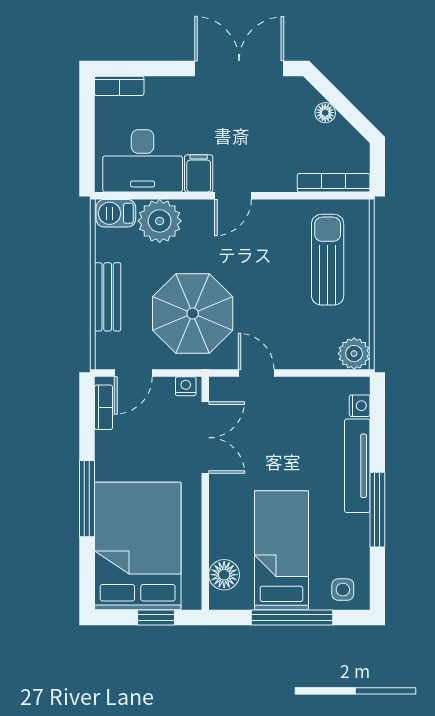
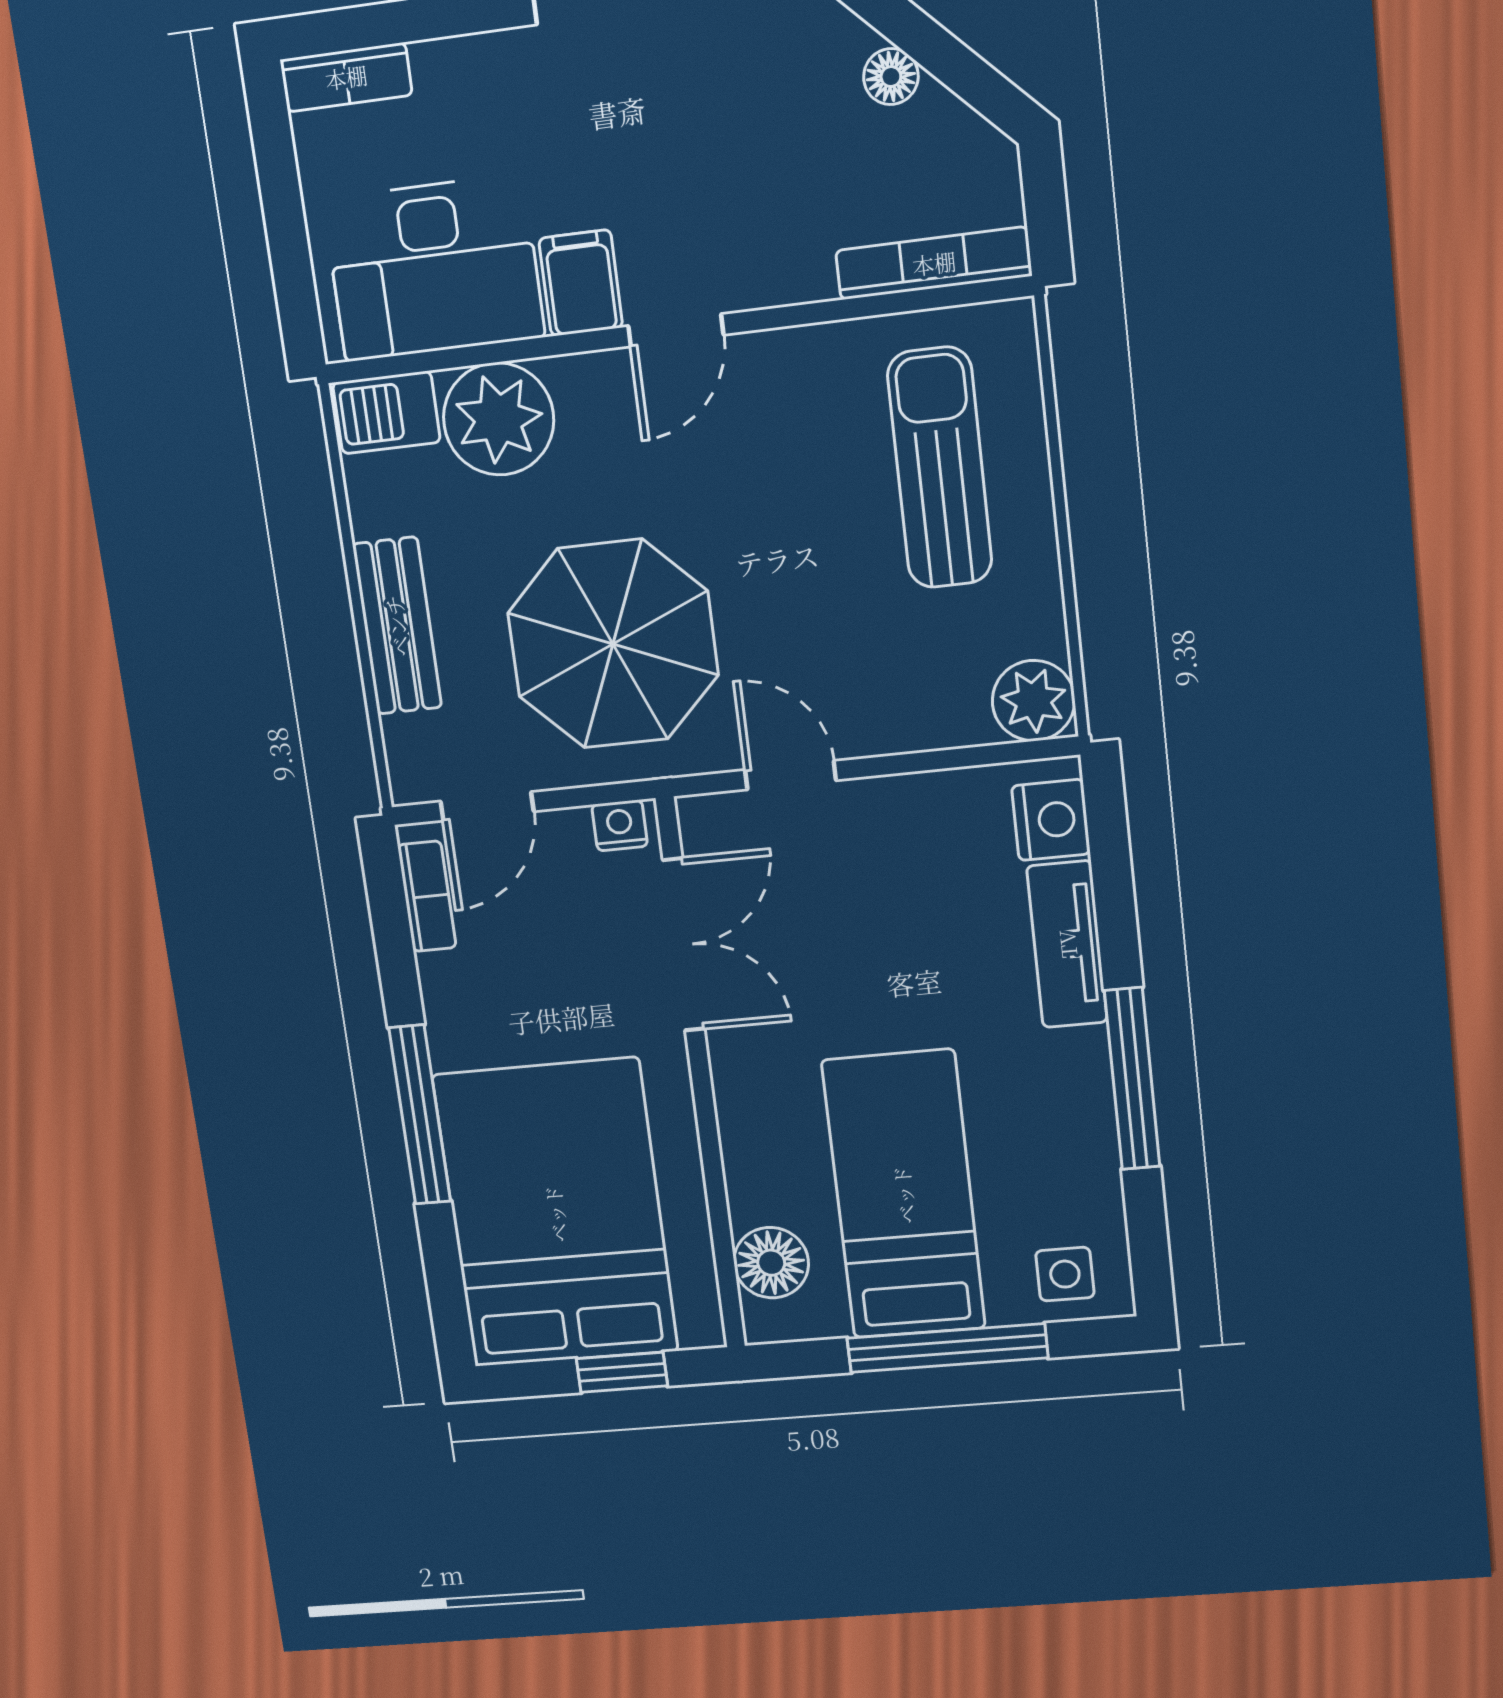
nightstand: (360, 406) -> (1051, 820), width x1.39, depth x1.35
tv unit: (357, 466) -> (1067, 944), width x0.71

